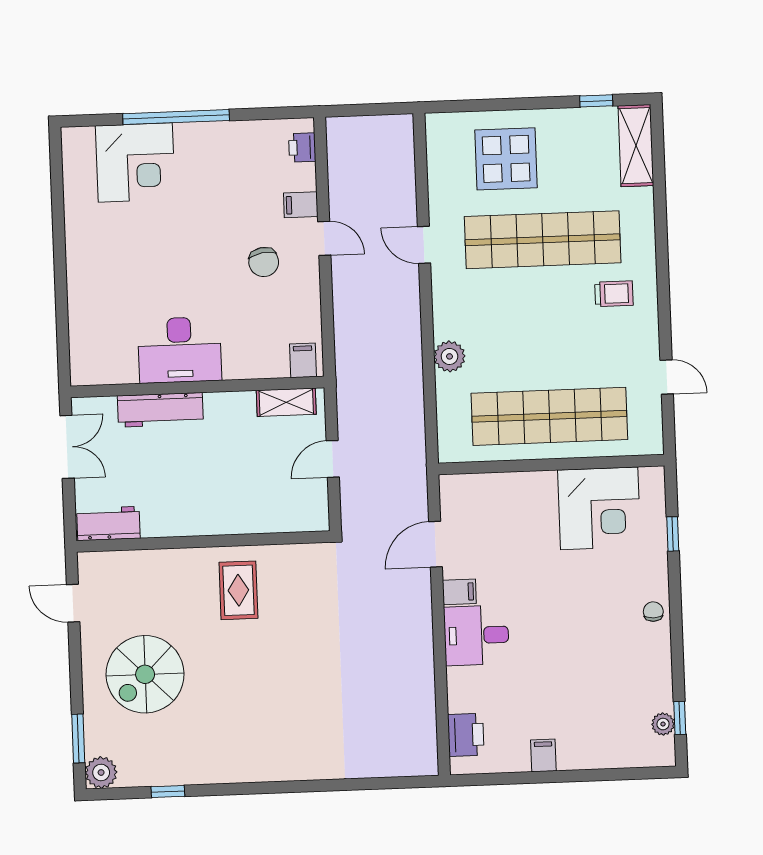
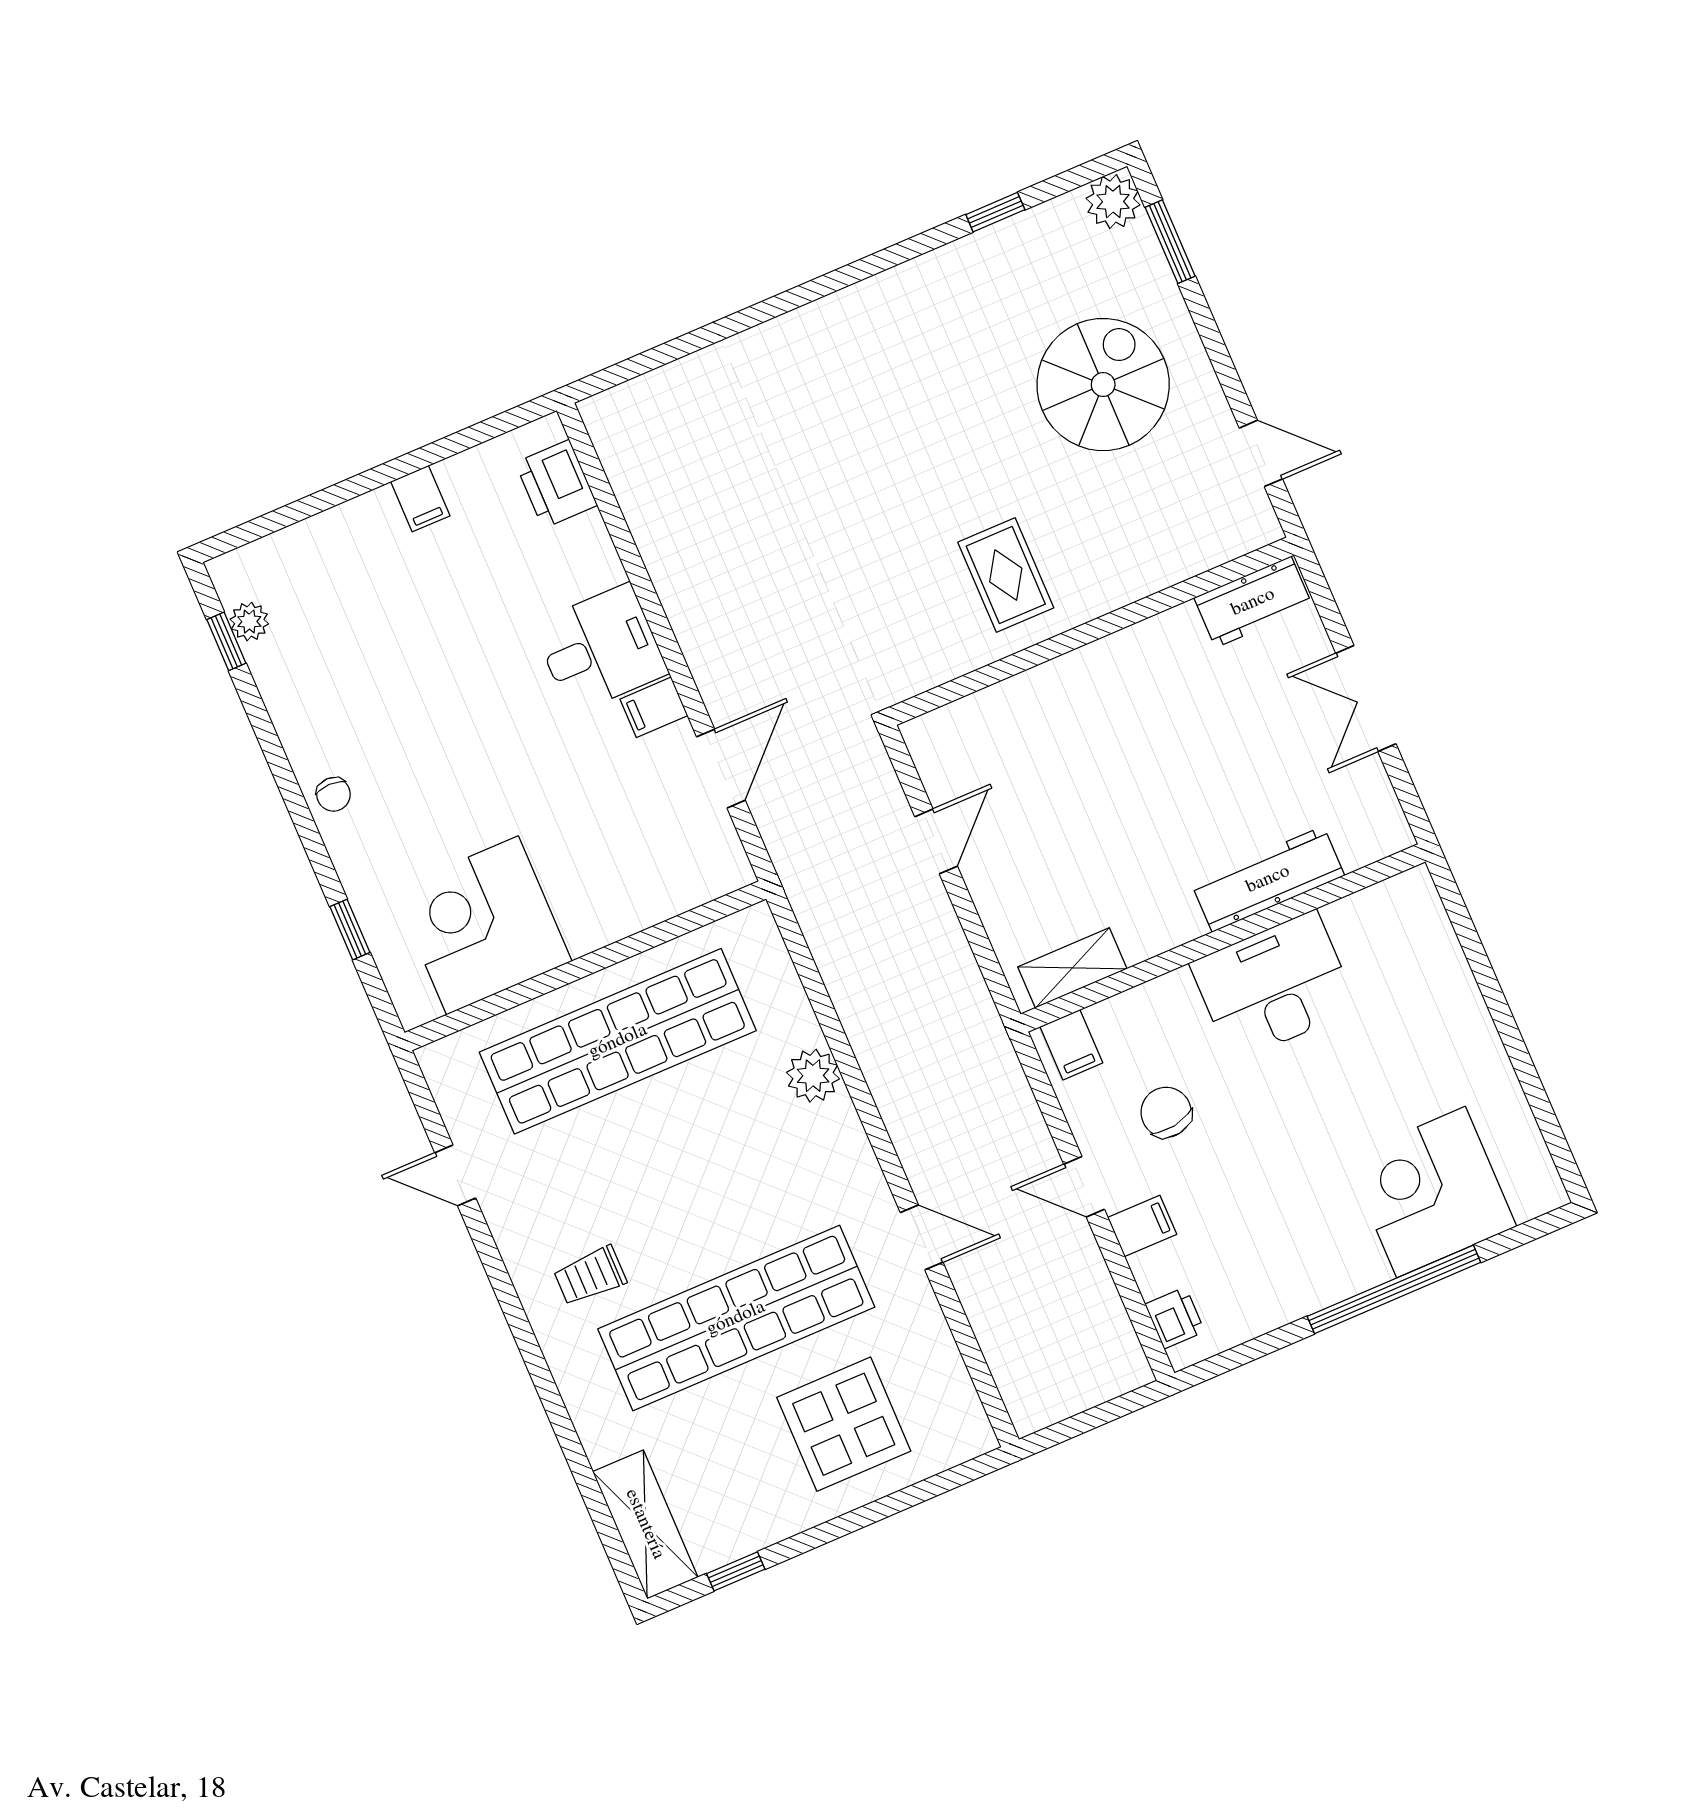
desk: (180, 350) -> (1274, 986), moved
filing cabinet: (303, 360) -> (1071, 1045), moved
wall: (197, 387) -> (1223, 938), moved
shelving: (286, 402) -> (1072, 968), moved
workbench: (160, 410) -> (1268, 879), moved

